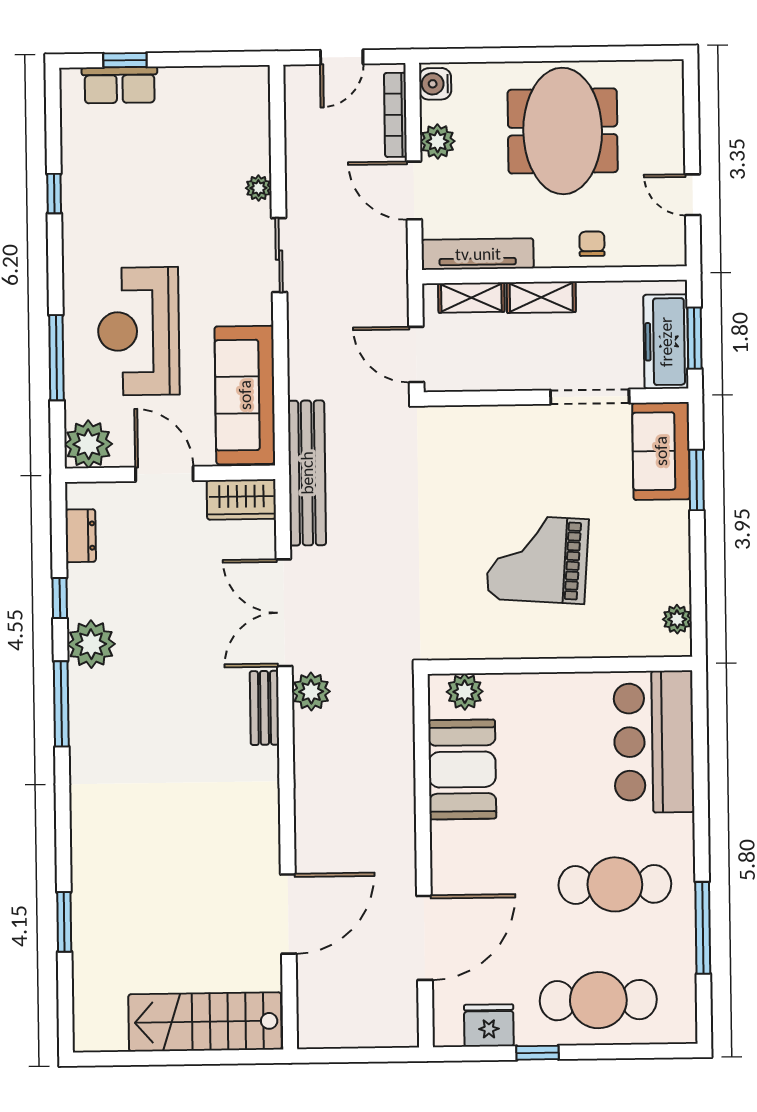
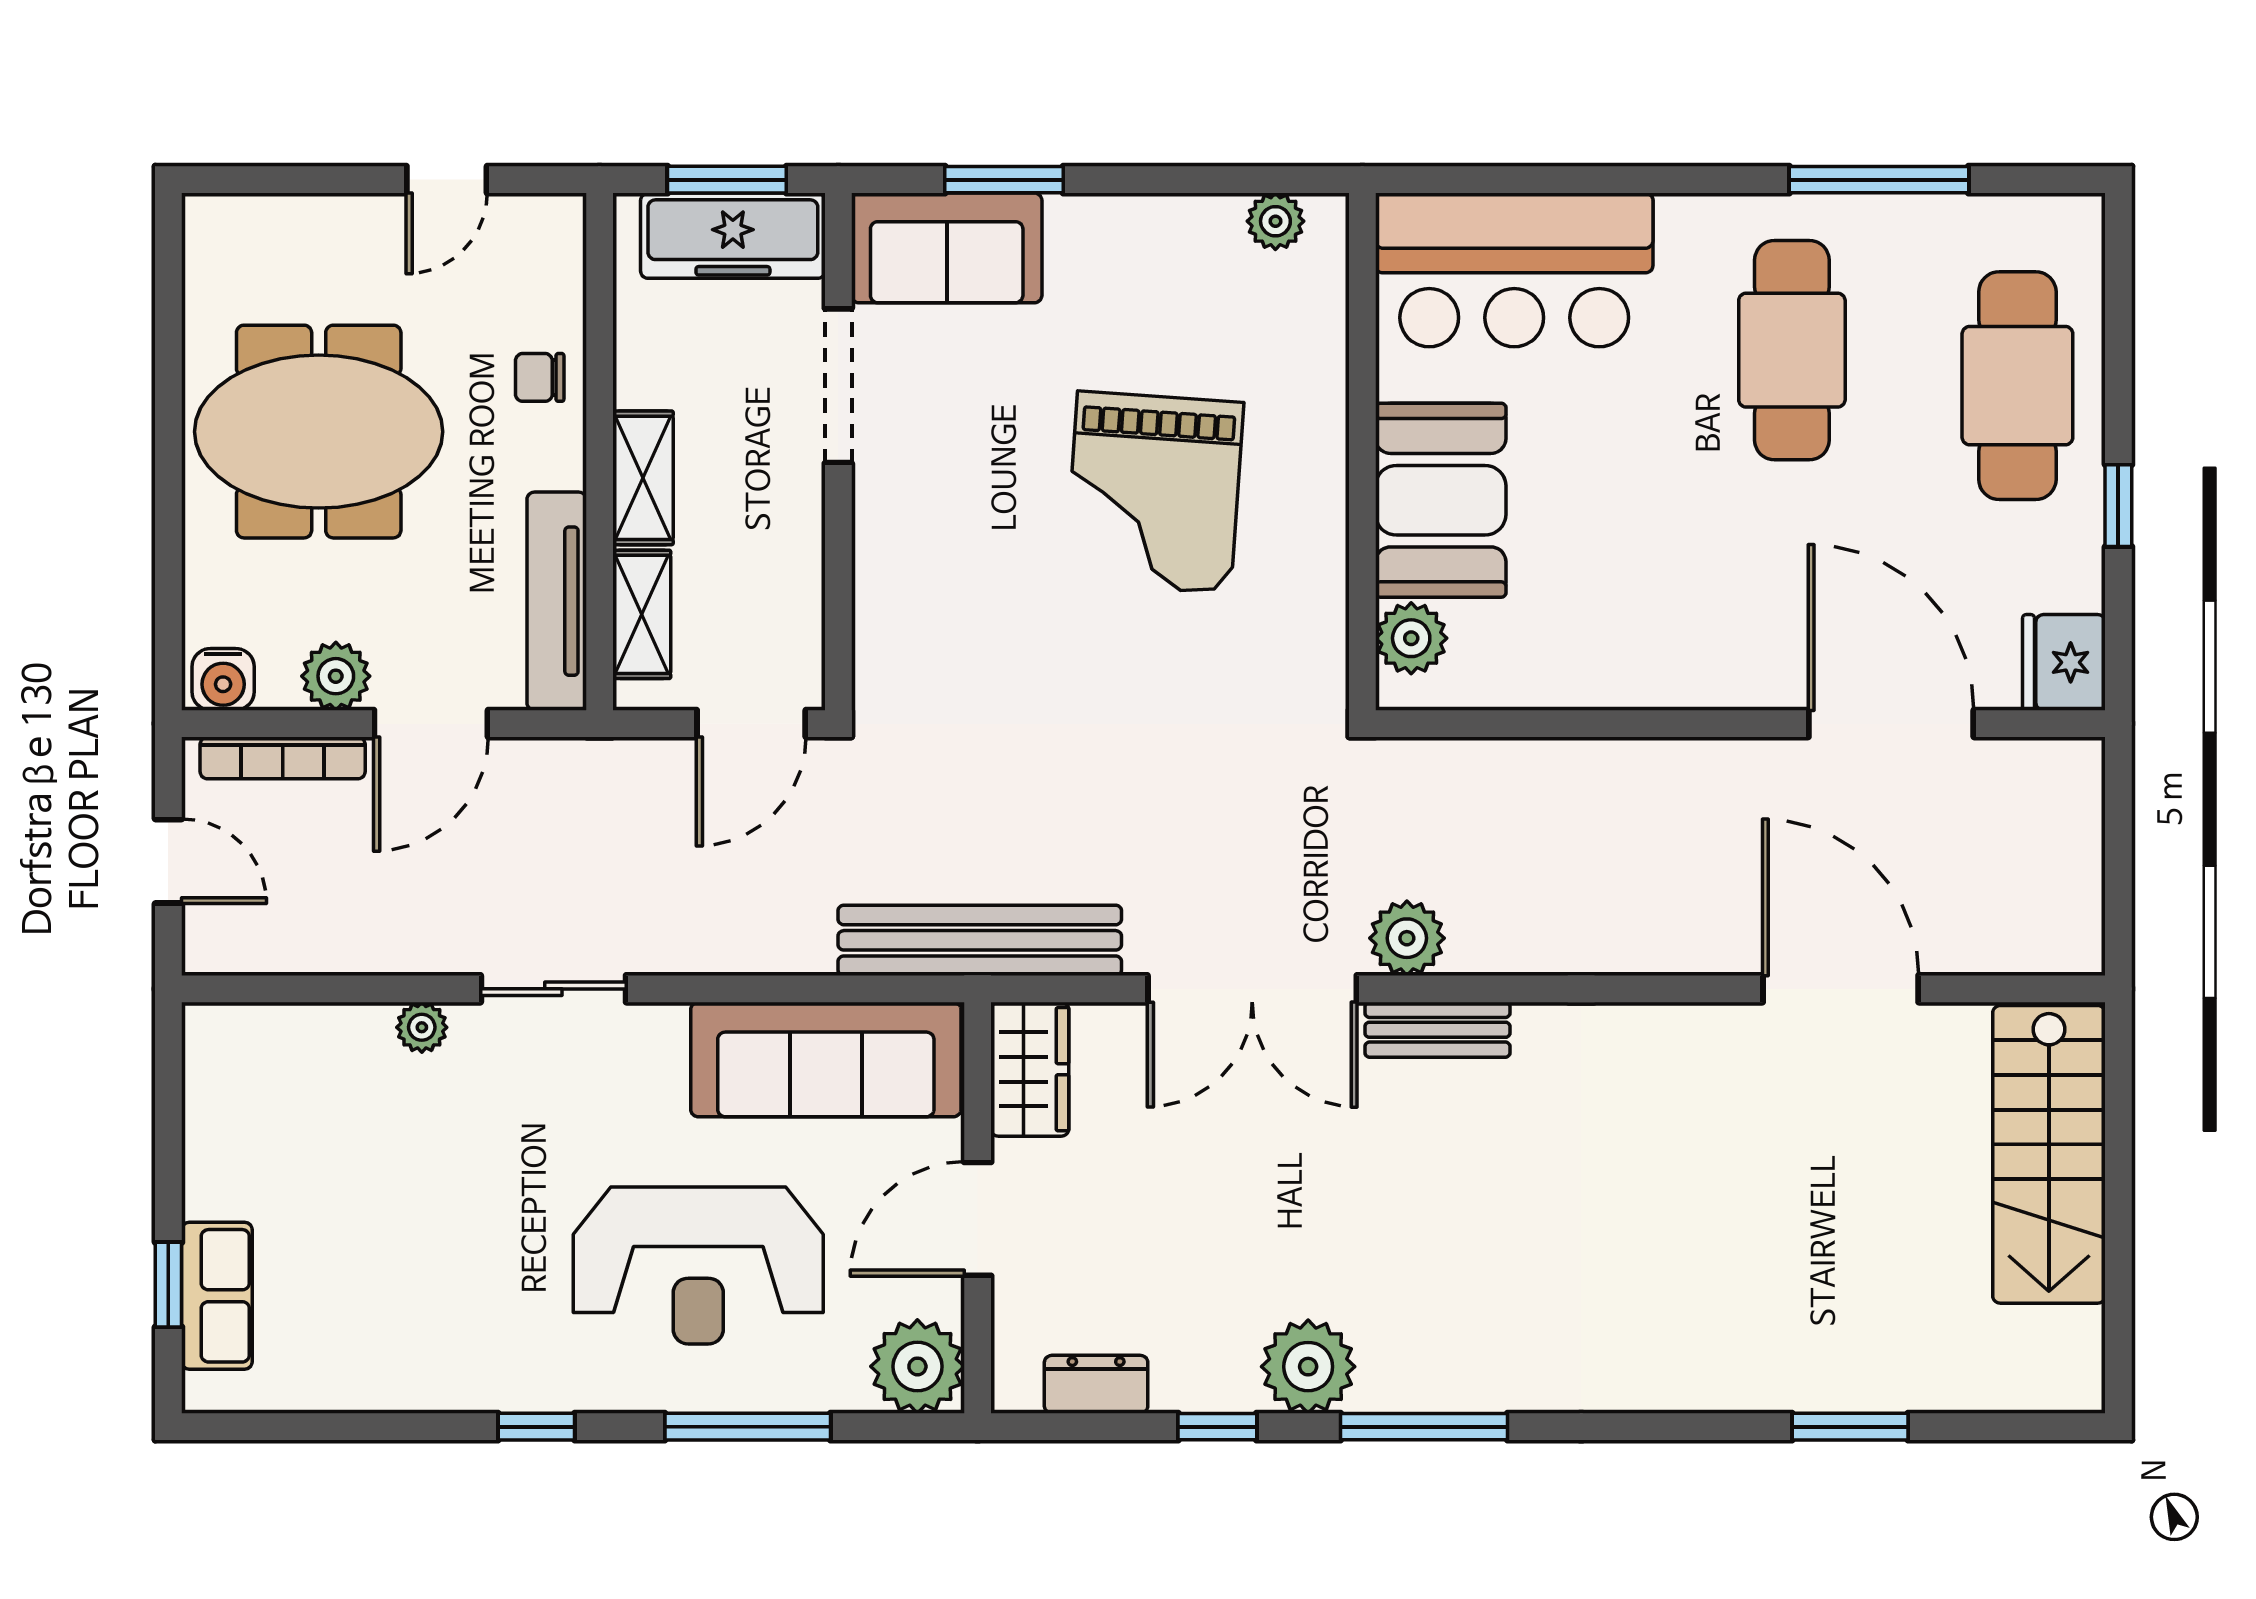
window: (54, 194) -> (536, 1427), moved
booth: (462, 769) -> (1441, 500), moved, turned 90
fridge: (489, 1025) -> (2064, 662), moved

